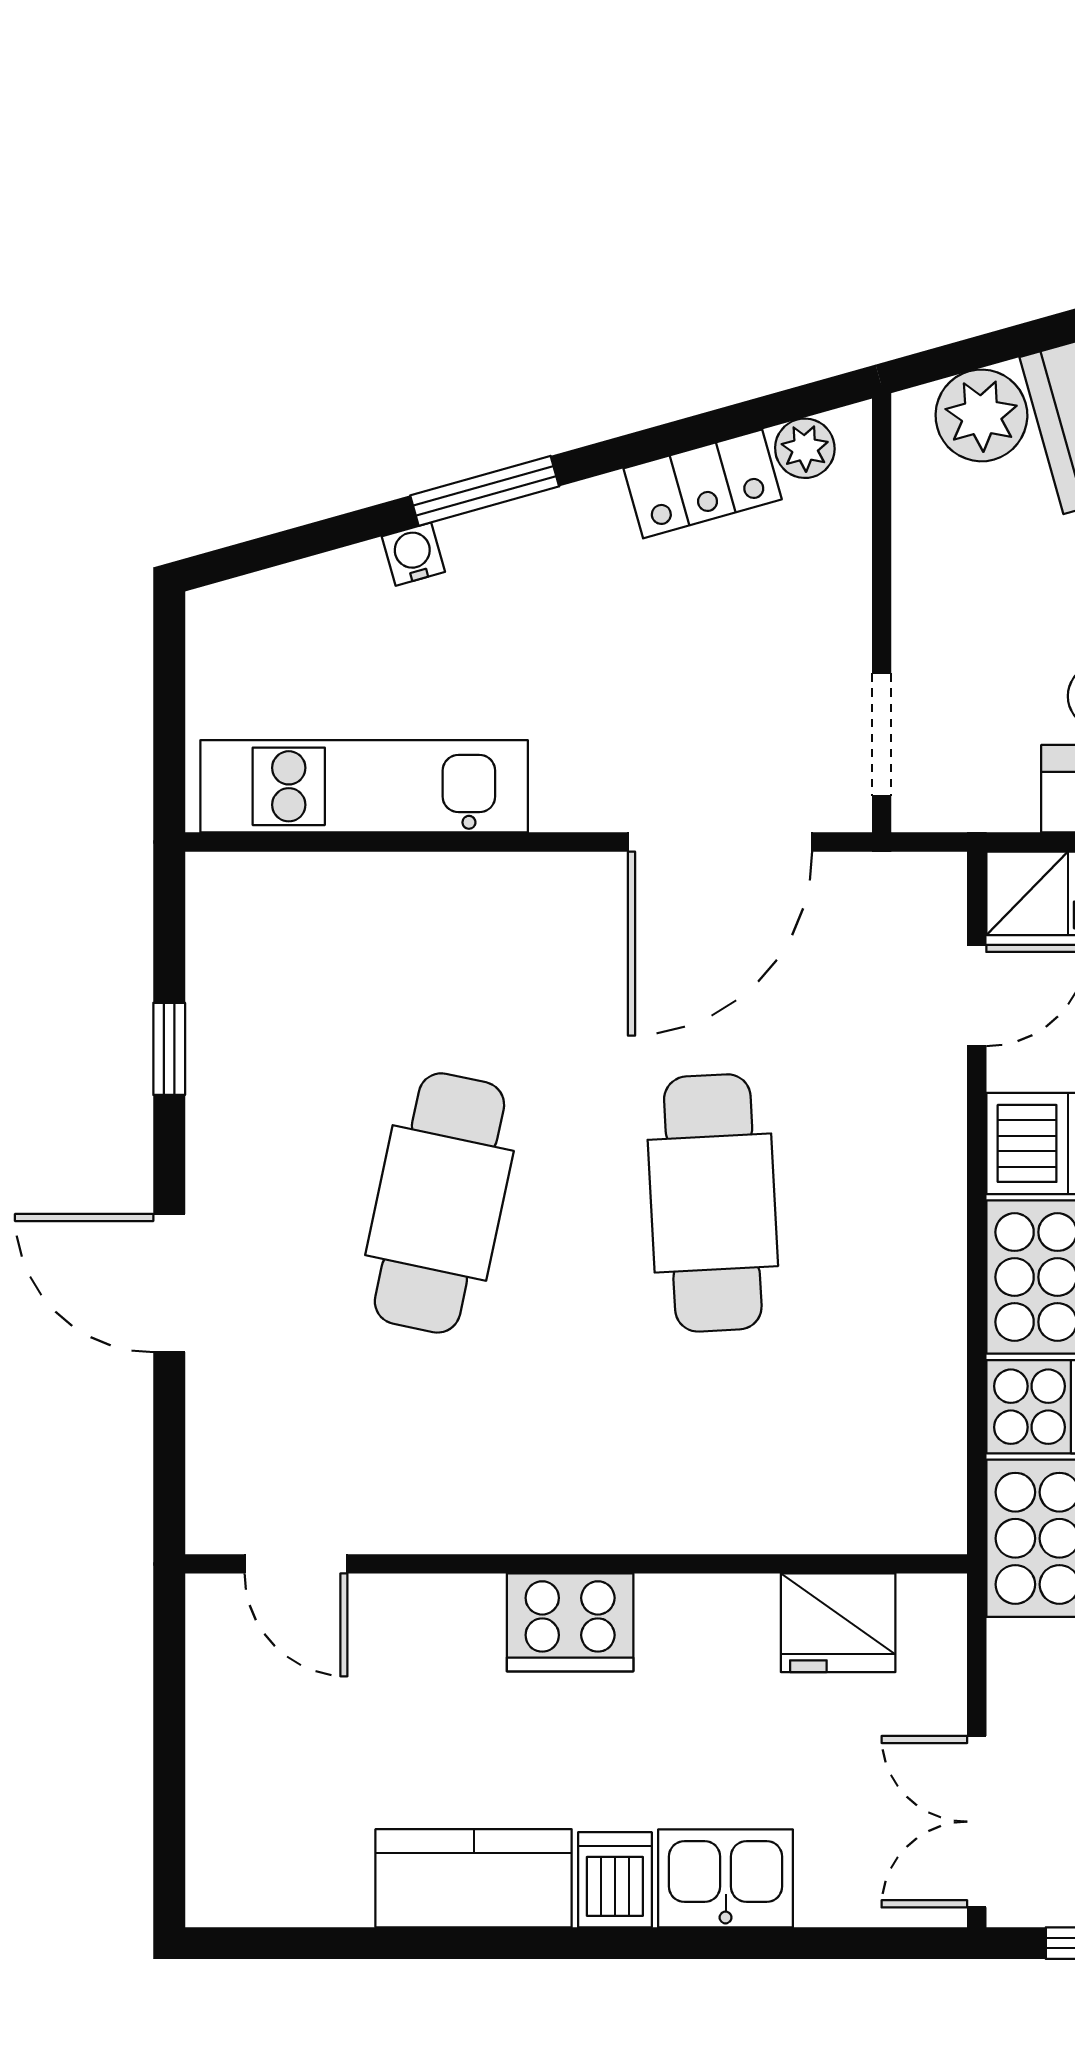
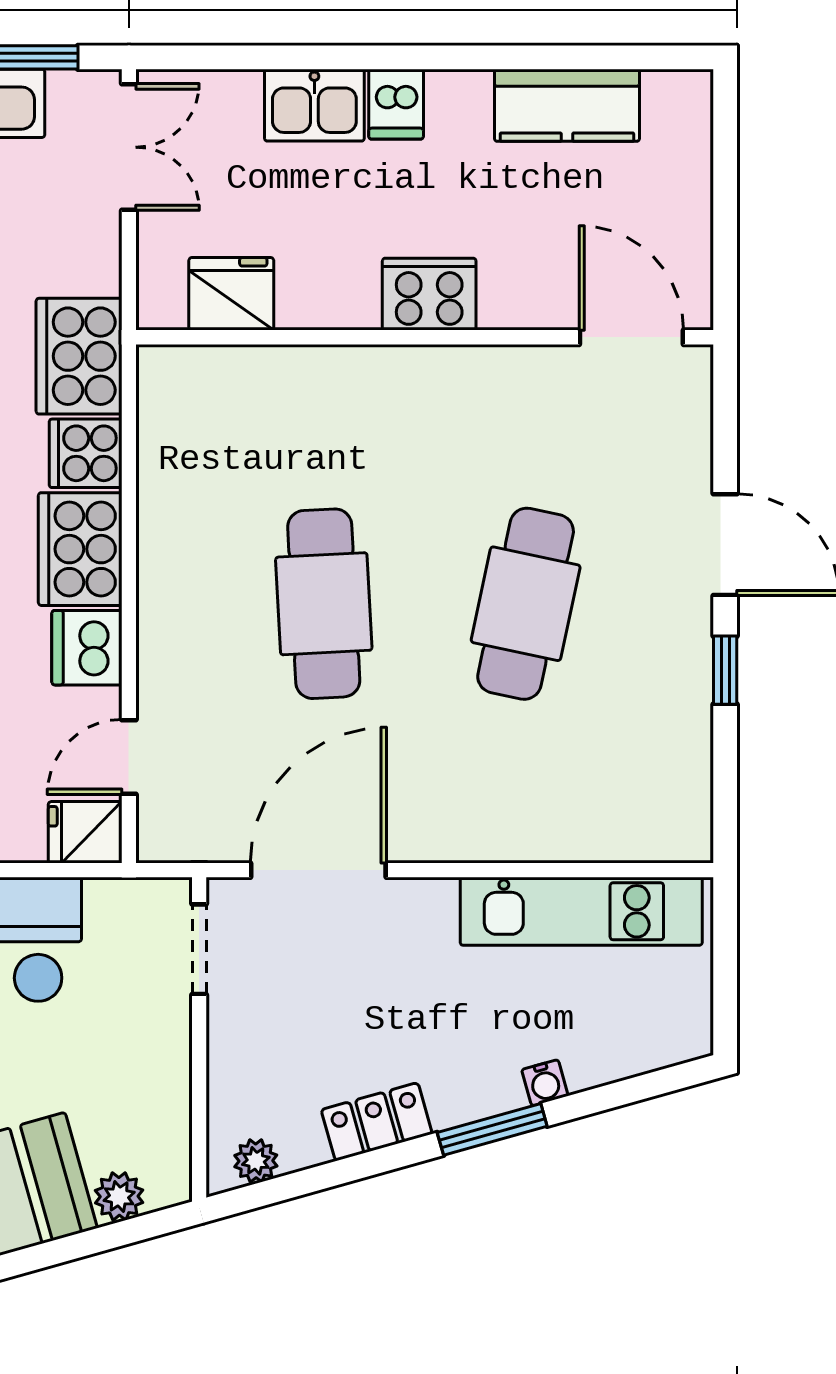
plant: (981, 415) -> (119, 1196), width x0.73, depth x0.73
locker: (703, 484) -> (377, 1122), moved
window: (169, 1049) -> (725, 670), moved
door: (296, 1564) -> (631, 337), width x1.38
kitchen counter: (474, 1878) -> (567, 105), moved

